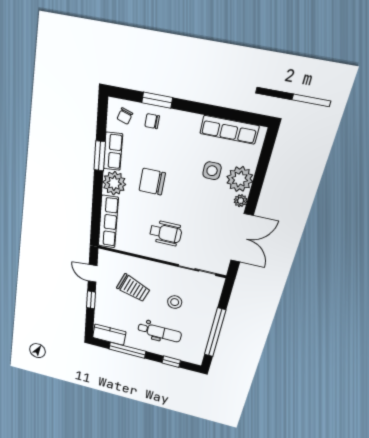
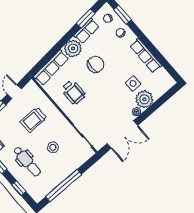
window: (157, 100) -> (123, 15), moved
row of seats: (229, 130) -> (146, 56), moved
window: (100, 156) -> (86, 18), moved
chair: (152, 182) -> (96, 64), turned 90
wheelchair: (166, 233) -> (73, 92), moved
trolley: (133, 288) -> (33, 120), turned 71

